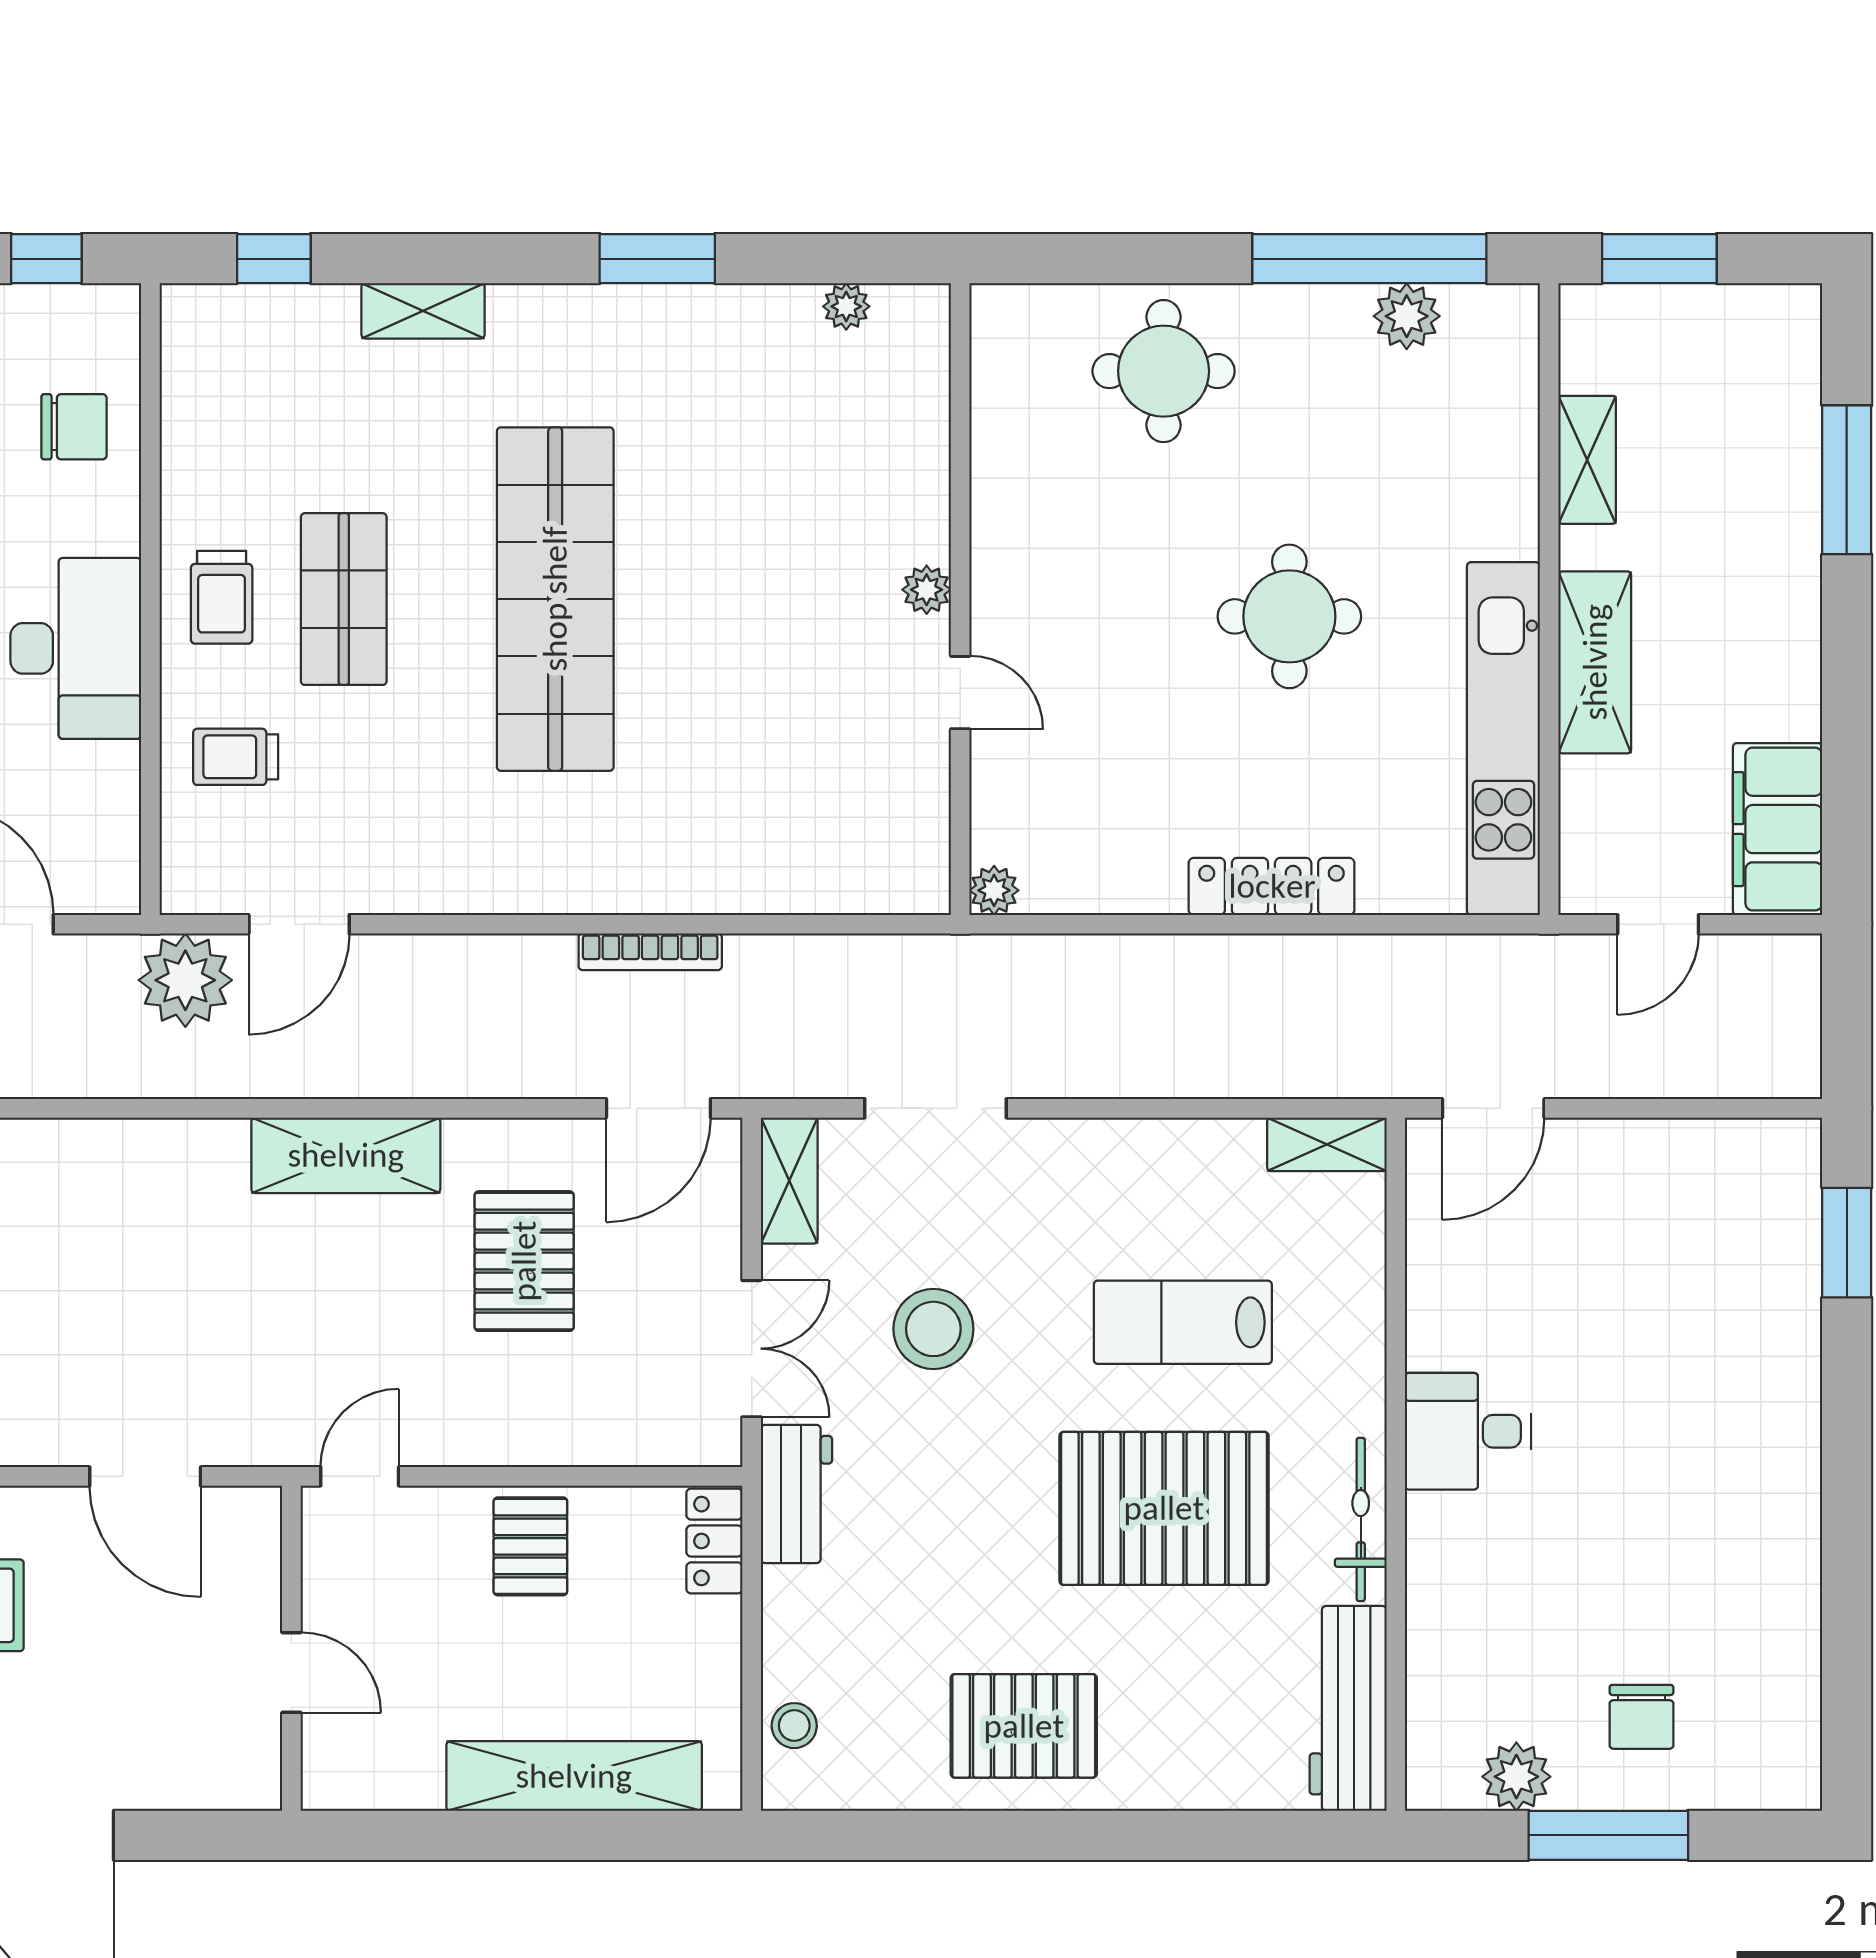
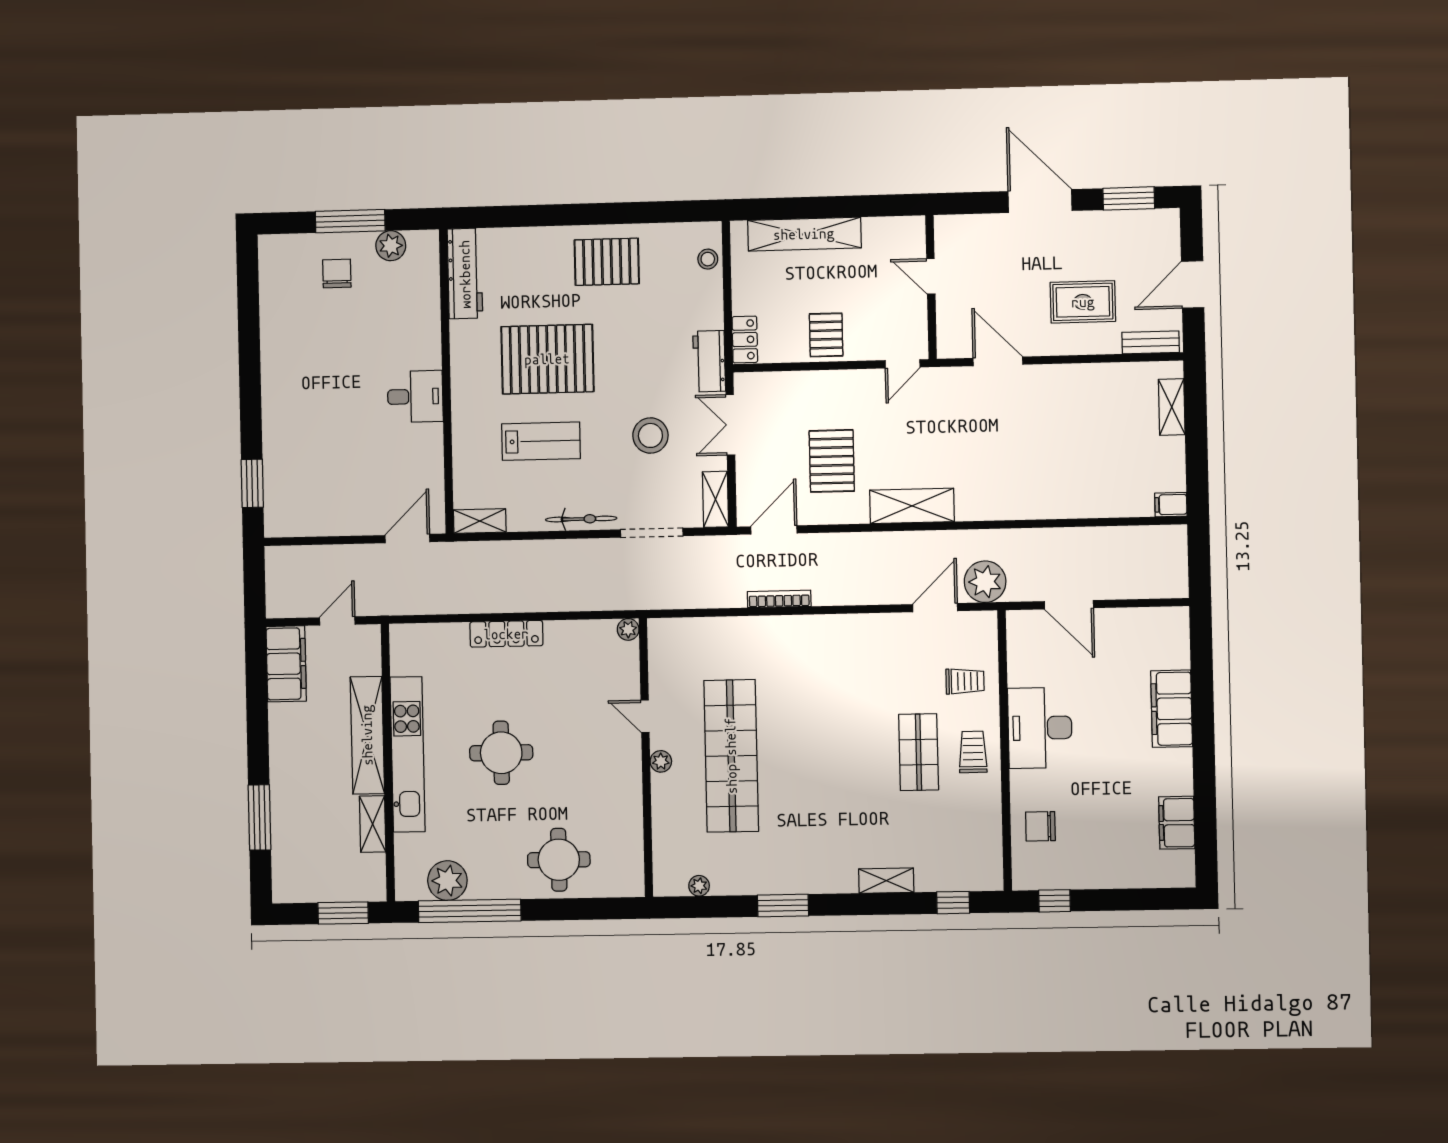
plant: (1407, 316) -> (447, 881), width x1.36, depth x1.36
shop shelf: (555, 599) -> (731, 756), moved
shelving: (1595, 662) -> (367, 735), width x1.47
kitchen unit: (1503, 739) -> (408, 754), moved
bicycle: (1361, 1519) -> (581, 519), moved, turned -90

